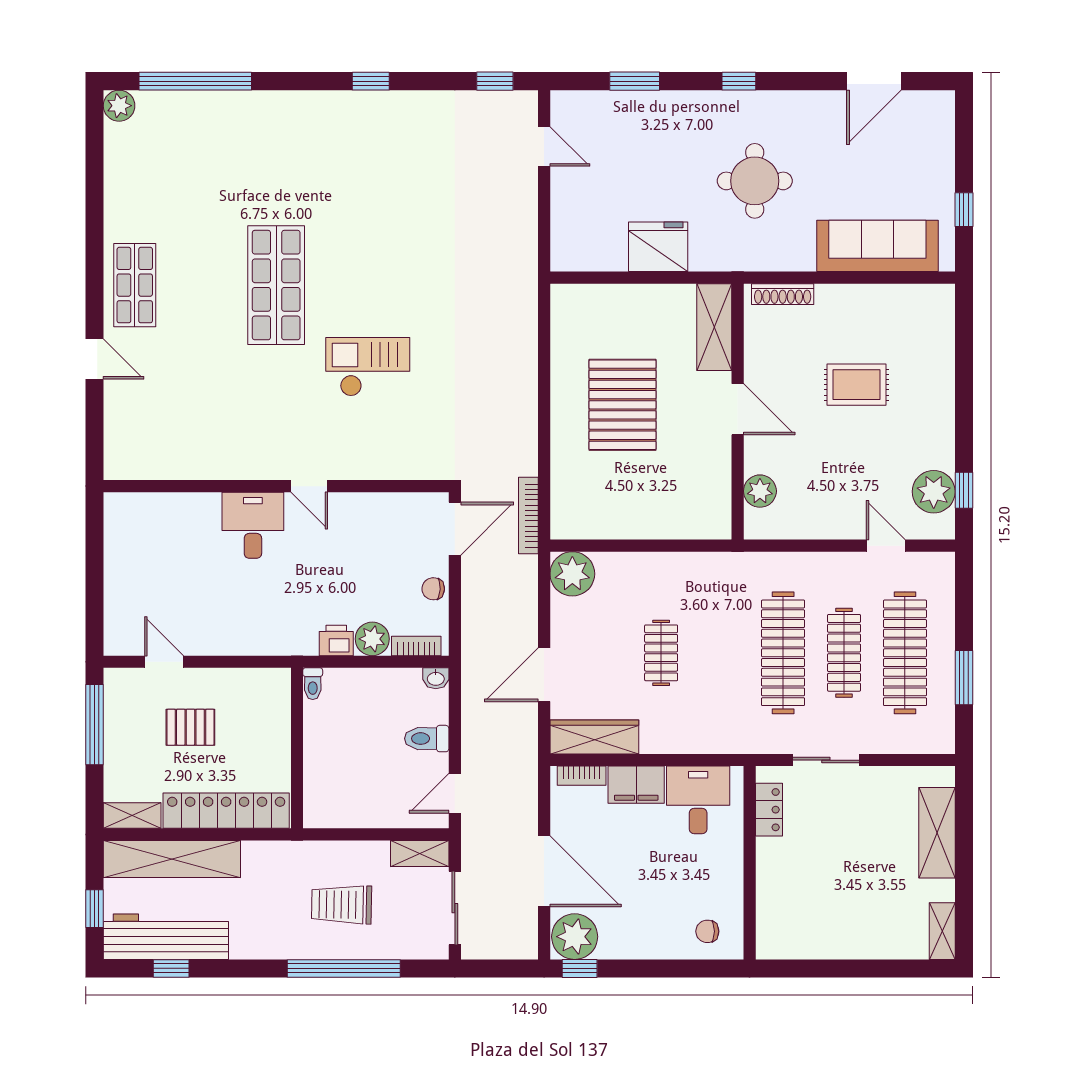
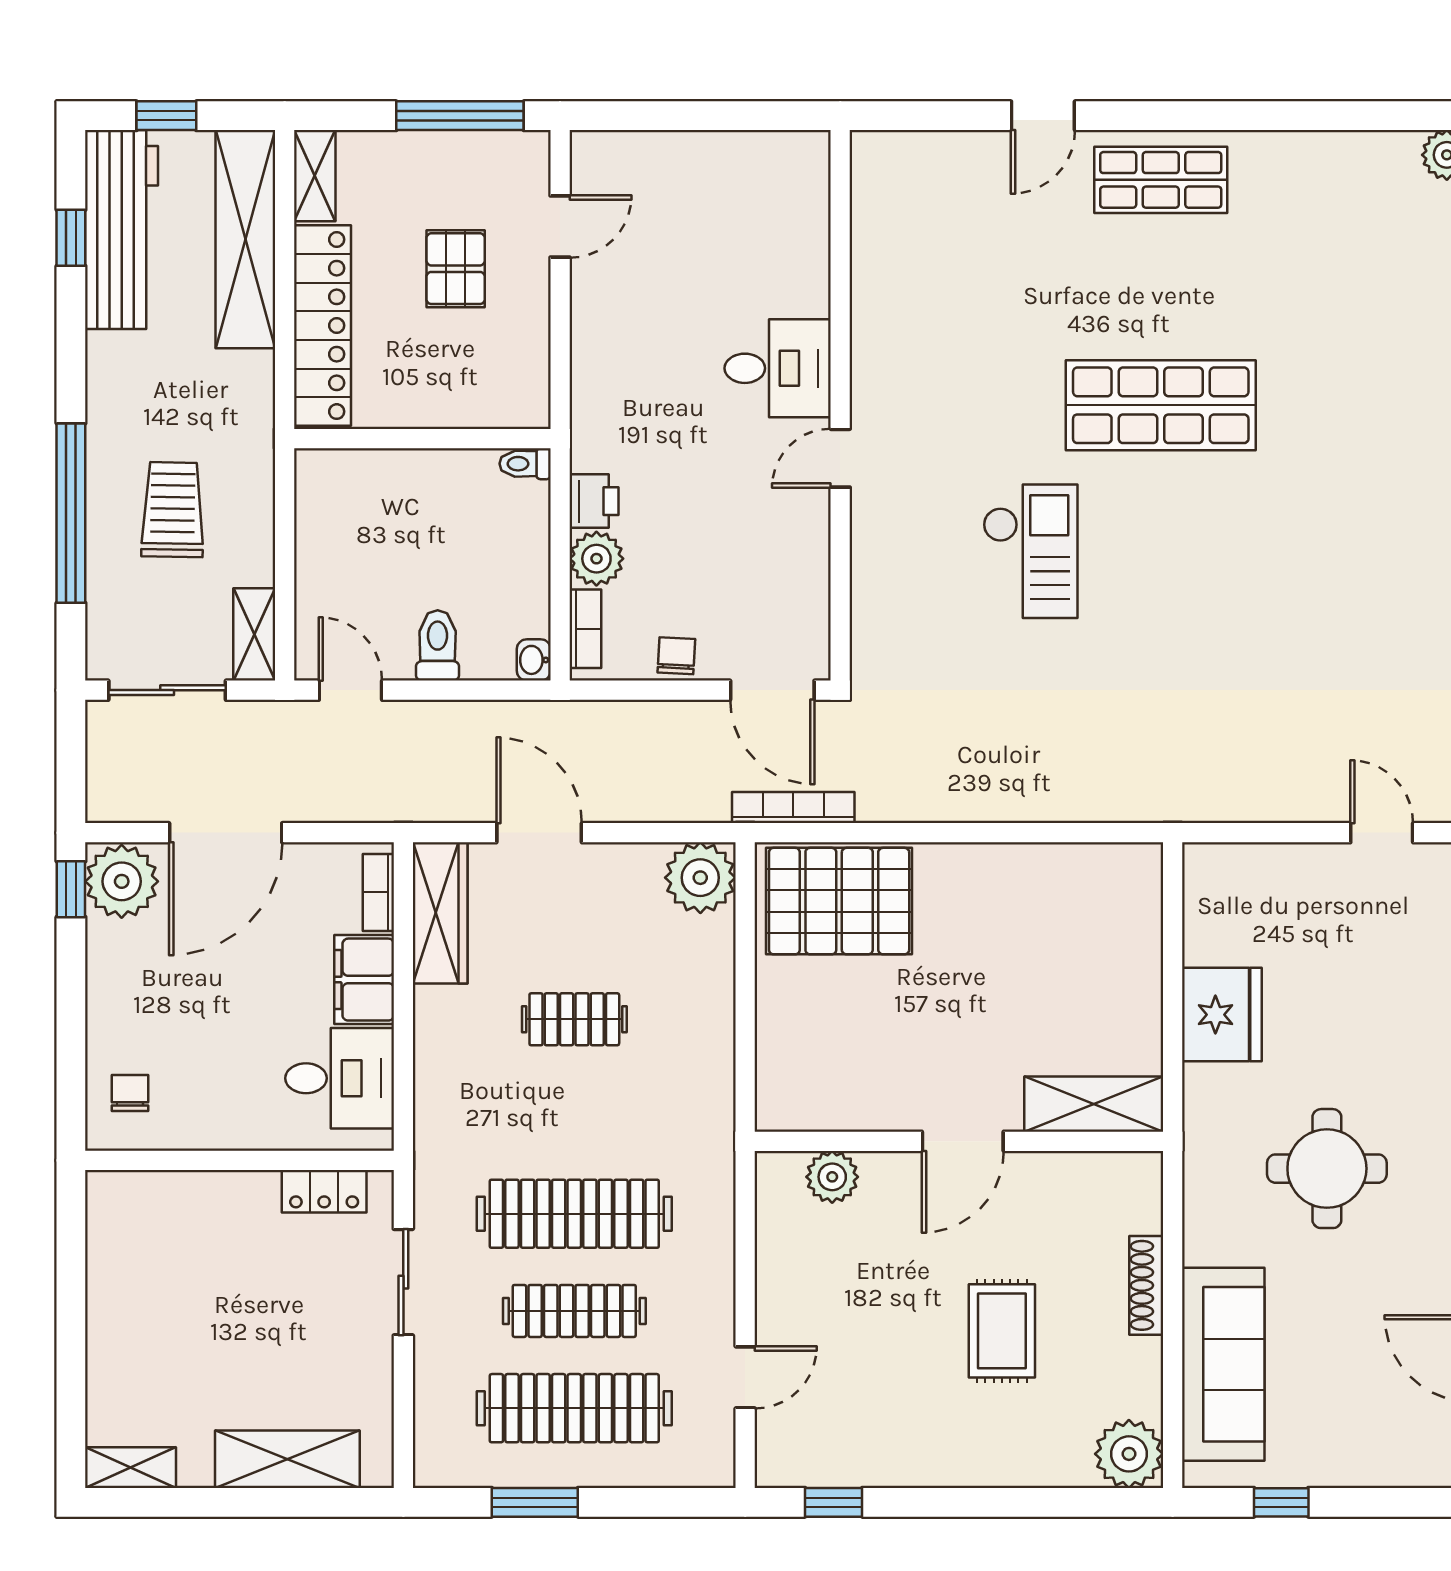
door: (544, 147) -> (1382, 833), swing flipped
shoe rack: (783, 294) -> (1146, 1285), moved
pallet: (623, 405) -> (839, 901), moved
plant: (934, 492) -> (1129, 1454), moved

